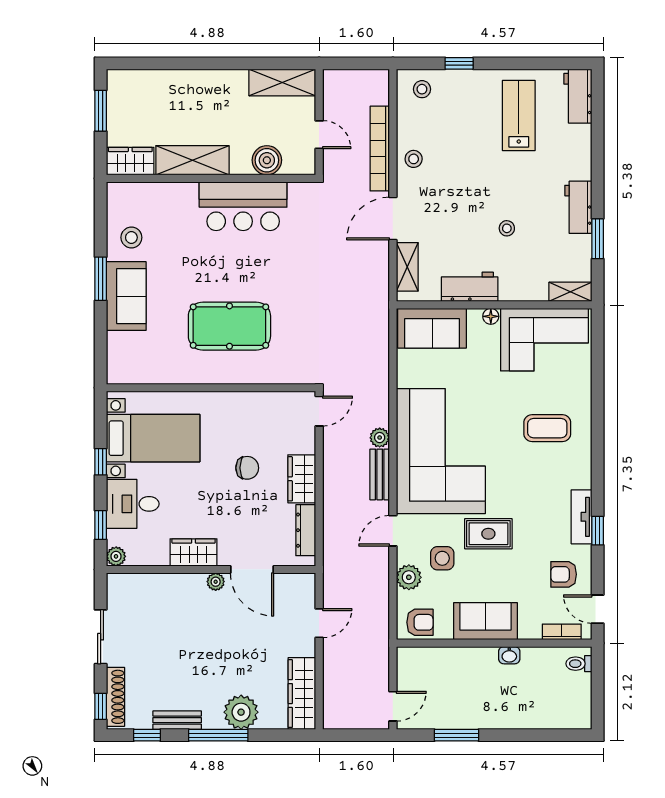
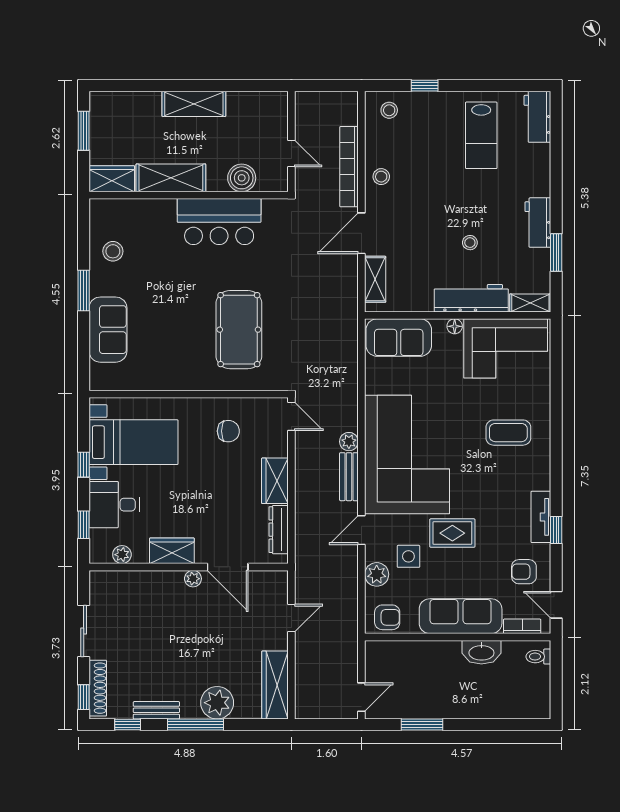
shelving: (282, 82) -> (194, 104), moved
lab bench: (519, 116) -> (481, 135), turned 180
workbench: (470, 287) -> (471, 298), moved, width x1.38
sofa: (126, 296) -> (108, 330), moved
pool table: (229, 326) -> (239, 330), moved, turned 90
door: (319, 411) -> (291, 416), hinge flipped
chair: (247, 468) -> (228, 431), moved
plant: (116, 556) -> (122, 555), moved
sofa: (485, 621) -> (461, 616), width x1.36
washbasin: (509, 655) -> (481, 652), width x1.91, depth x1.45

